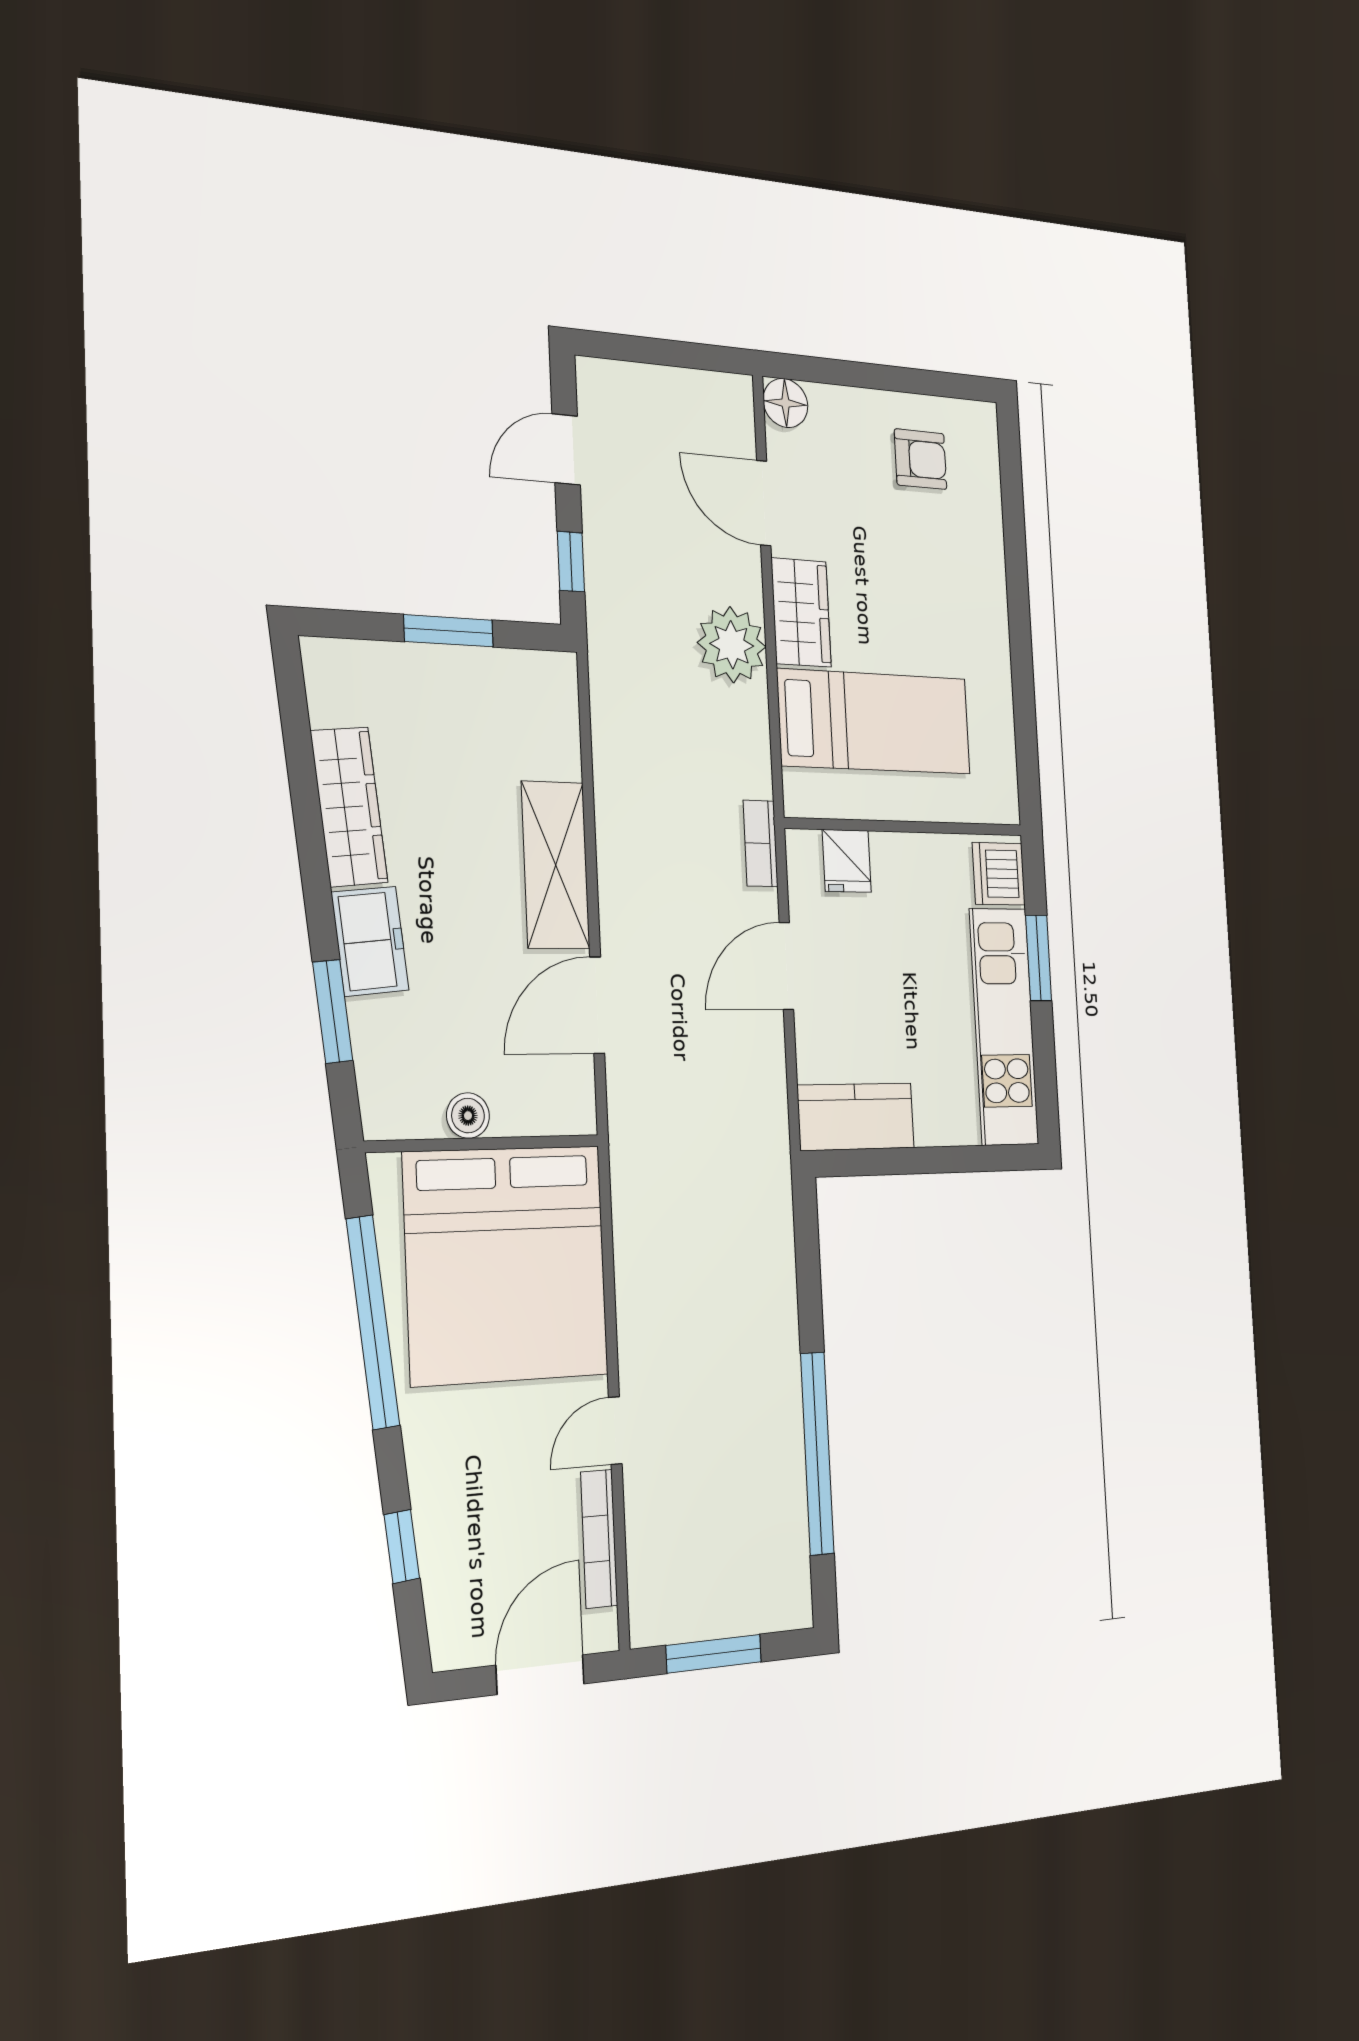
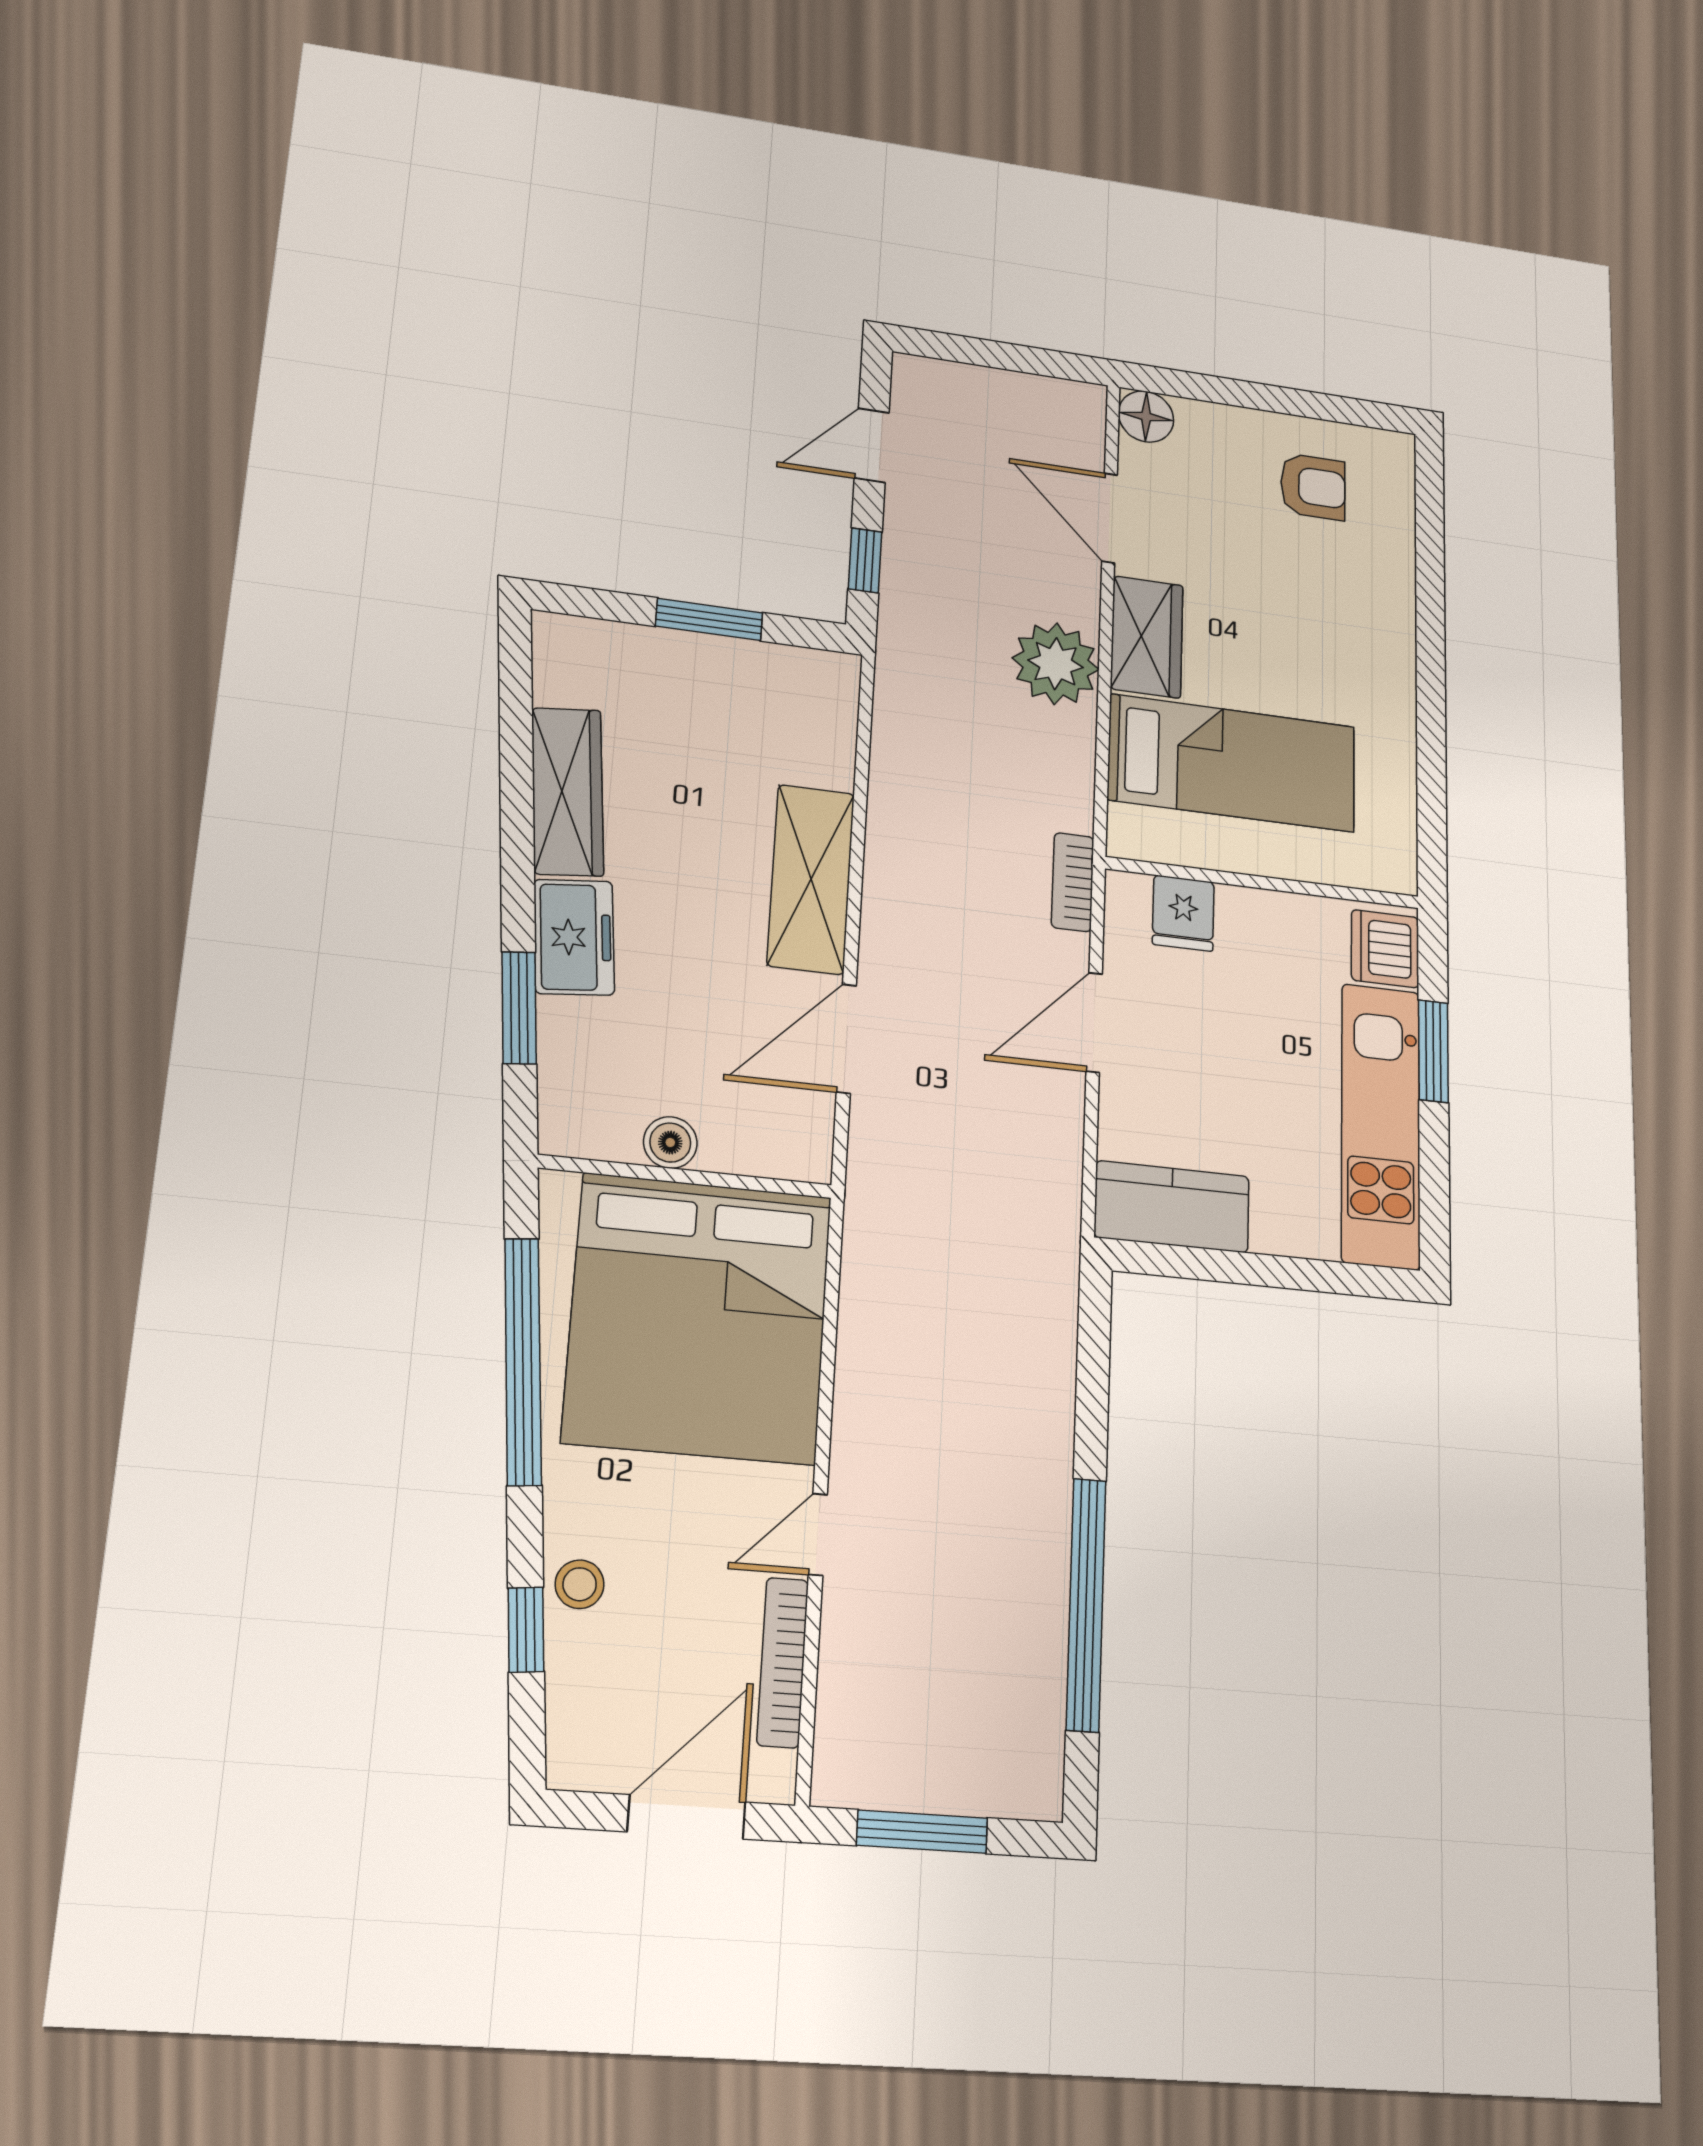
stool: (439, 1502) -> (580, 1584), added

